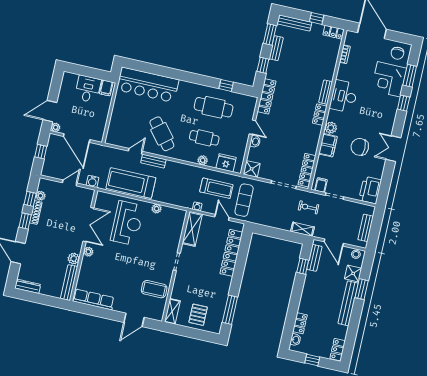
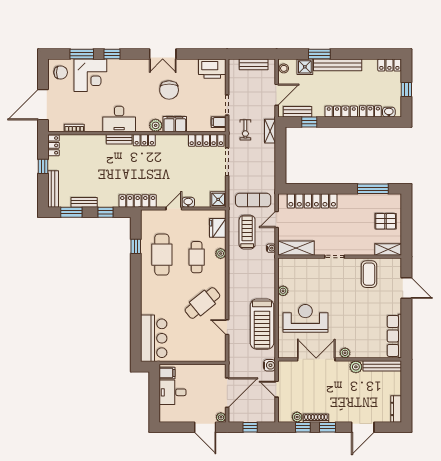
bar counter: (148, 85) -> (154, 338), width x0.73
bench: (153, 161) -> (233, 305), removed
locker: (306, 297) -> (341, 112), added

